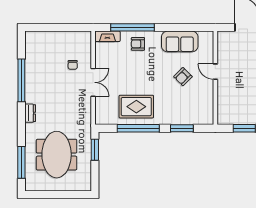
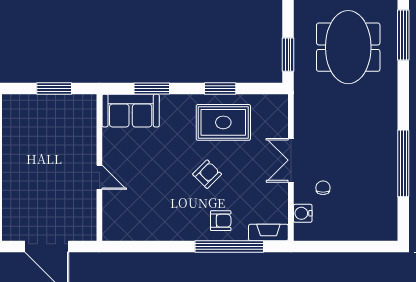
sofa: (180, 41) -> (131, 111), moved, turned 180
water cooler: (86, 49) -> (303, 213), added
armchair: (183, 77) -> (207, 174), moved
dresser: (30, 113) -> (390, 112), removed
window: (138, 128) -> (220, 88), width x0.47

